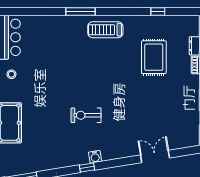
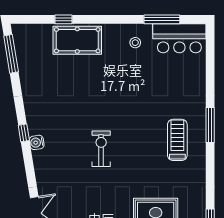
treadmill: (105, 30) -> (177, 140), moved
exercise bike: (86, 115) -> (101, 149), moved

